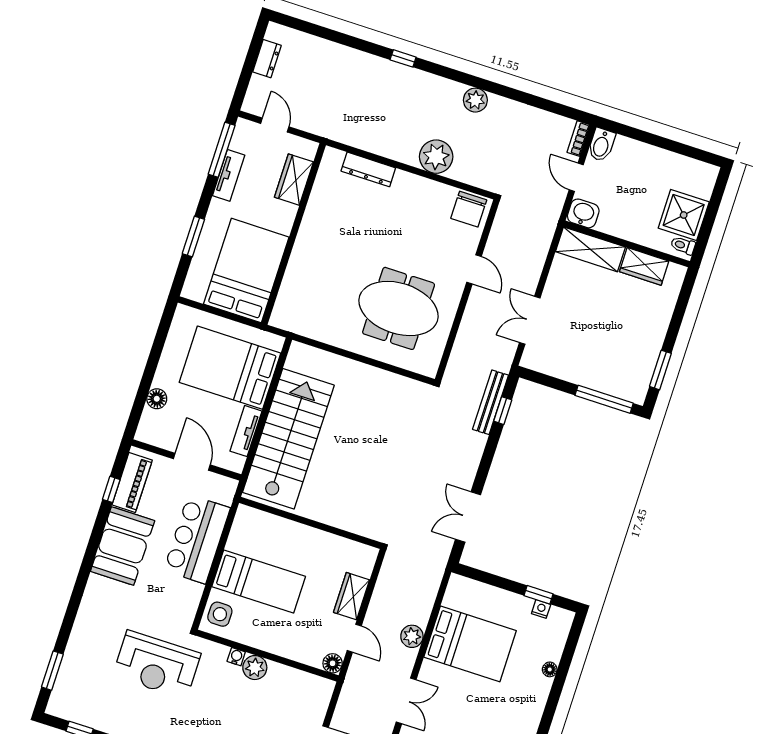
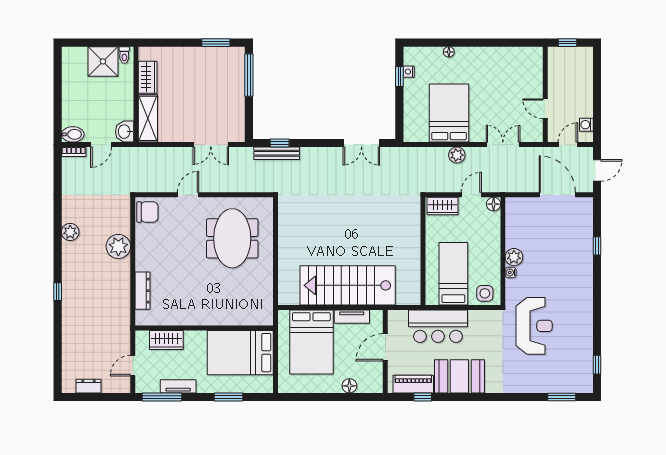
wall: (310, 523) -> (423, 251), moved

